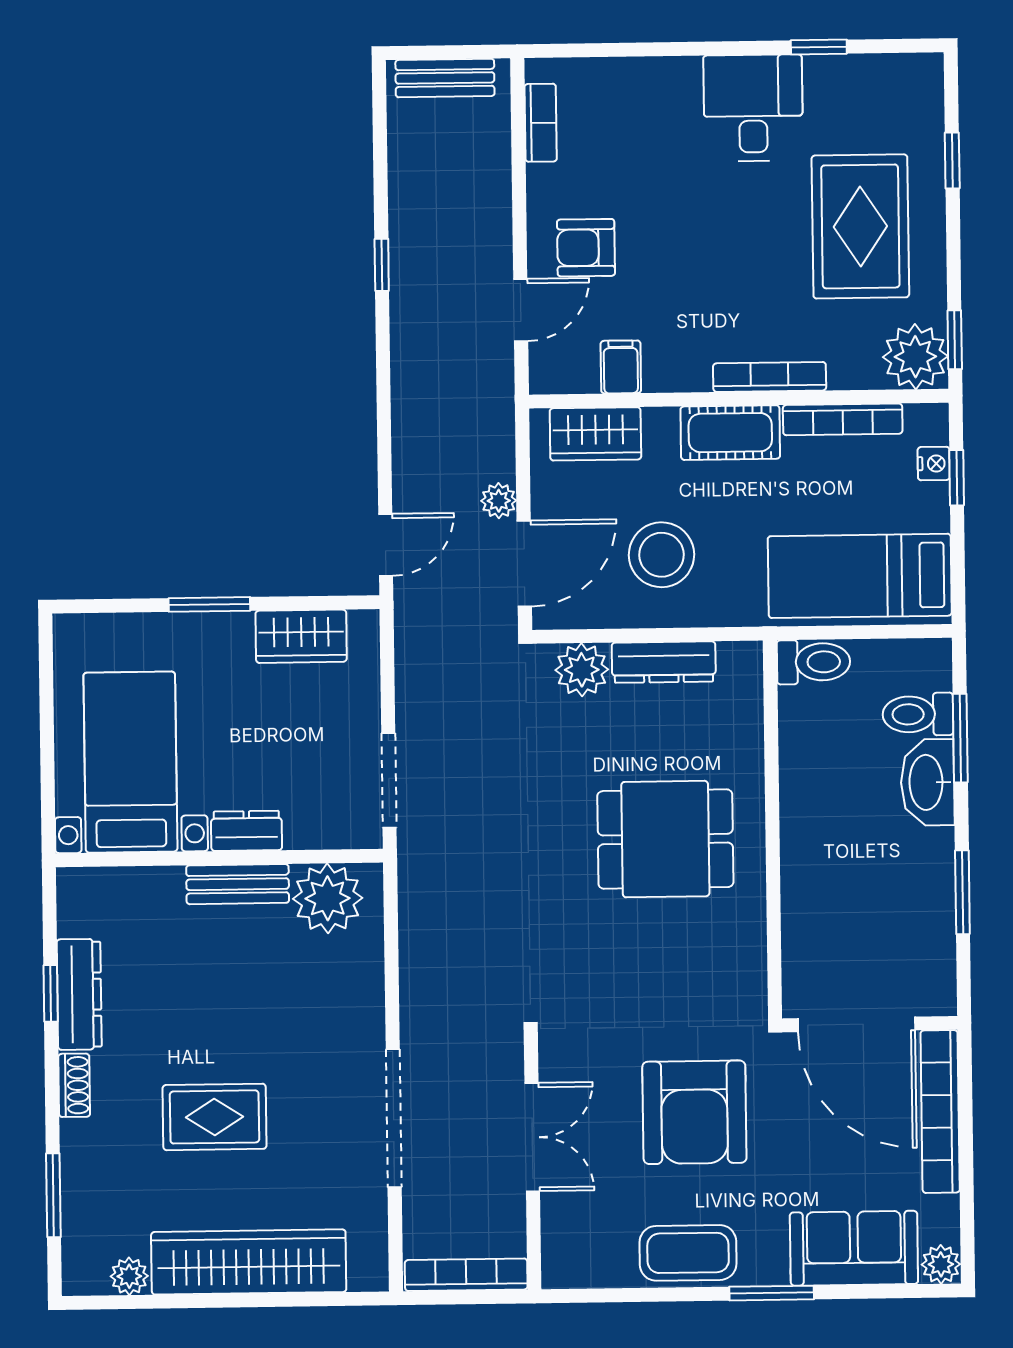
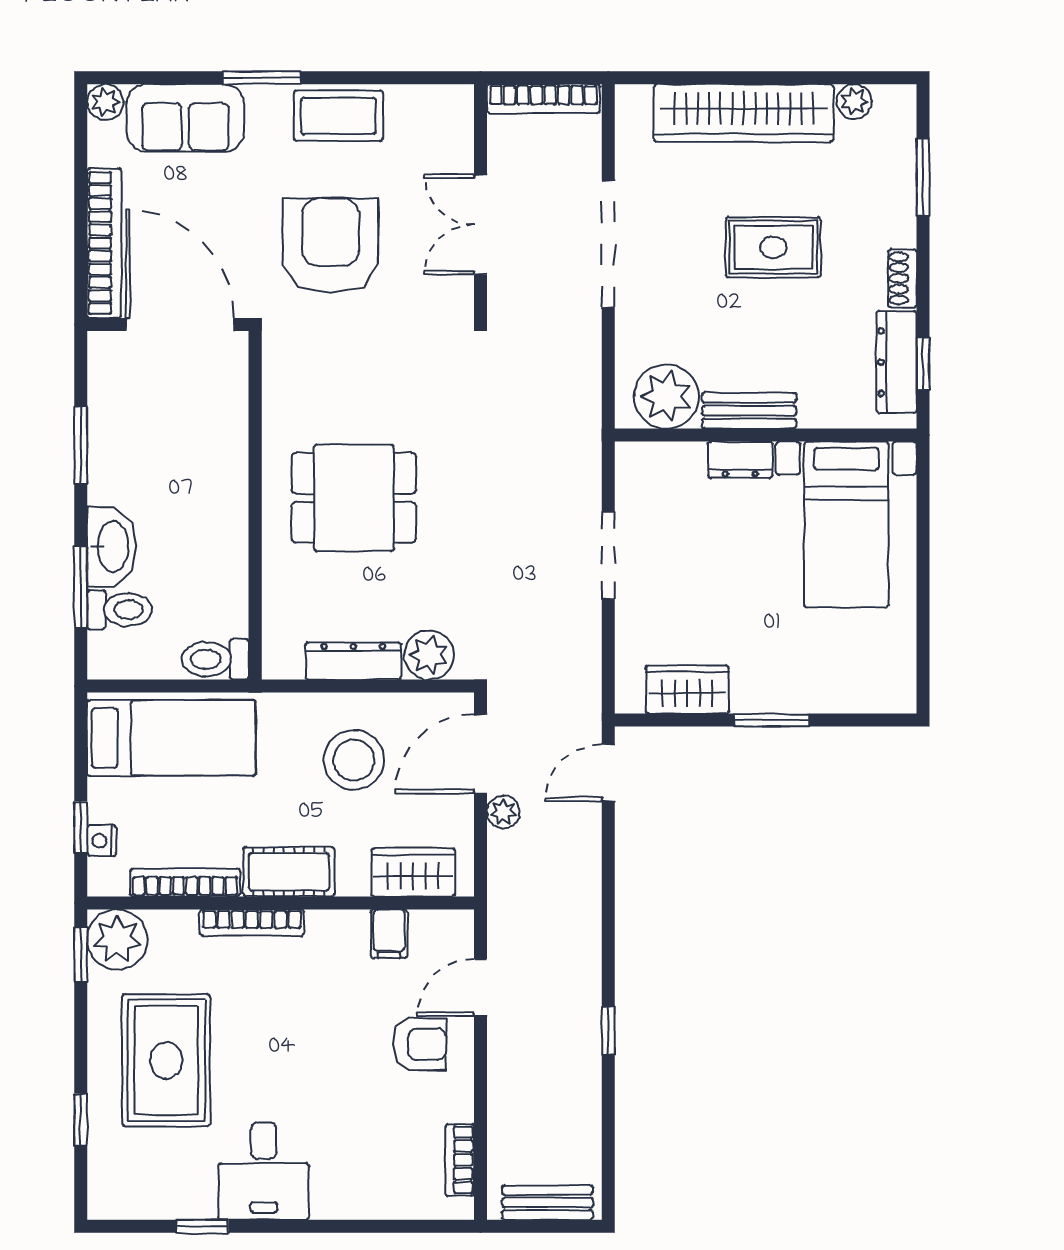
bed with nightstands: (130, 762) -> (846, 525), moved
dresser: (246, 831) -> (740, 460), moved
wall: (219, 858) -> (766, 435), moved
bench: (238, 884) -> (749, 411), moved
plant: (328, 898) -> (666, 396), moved

